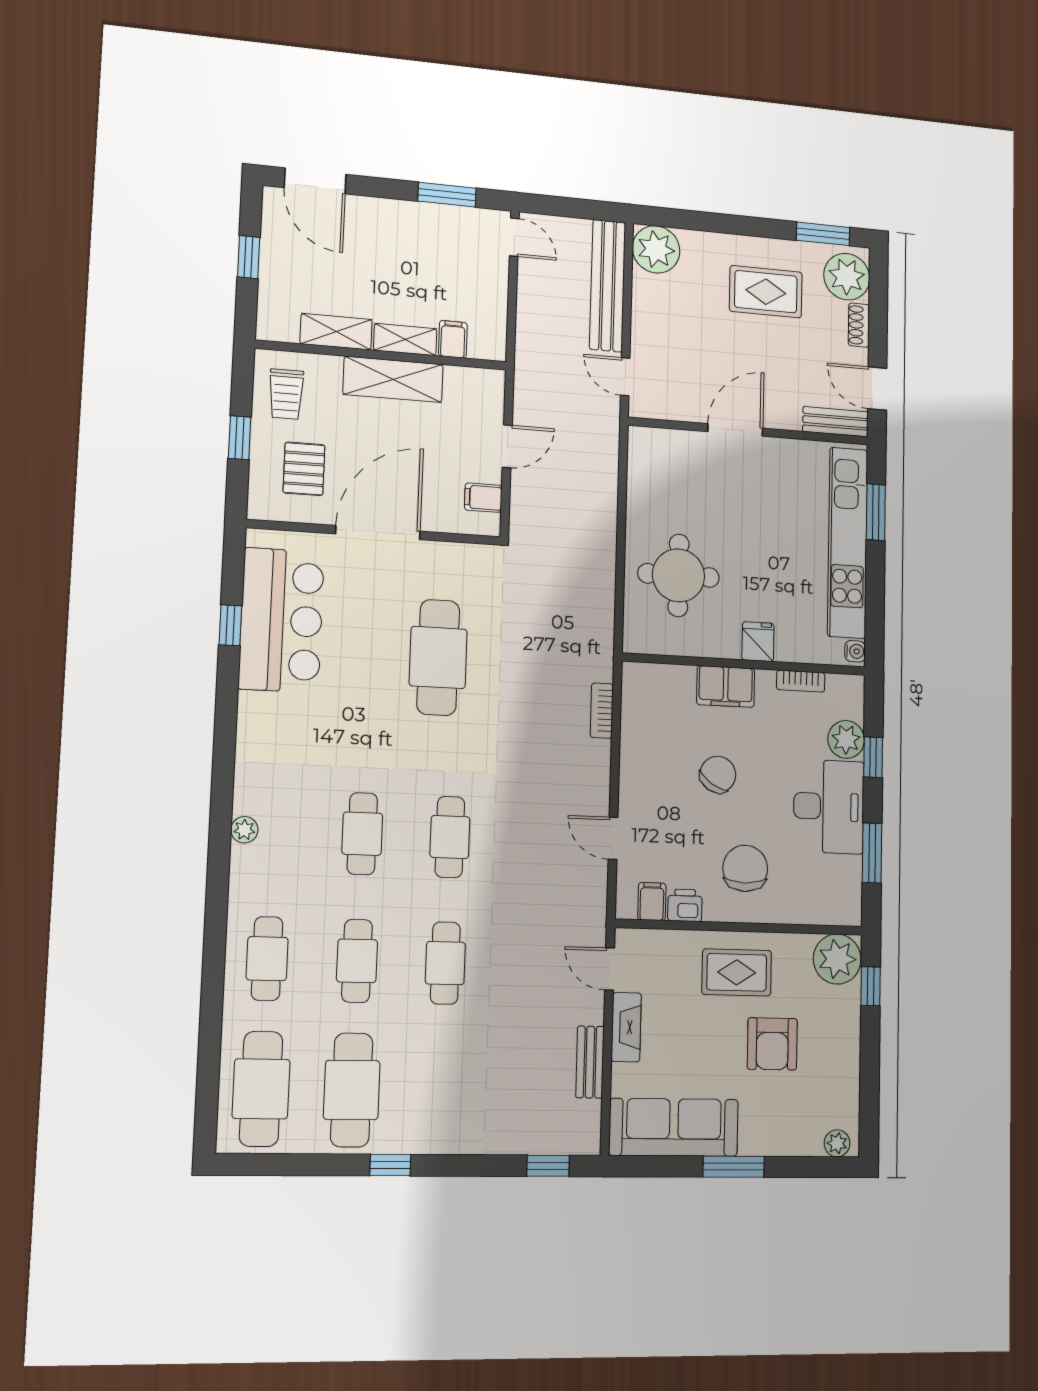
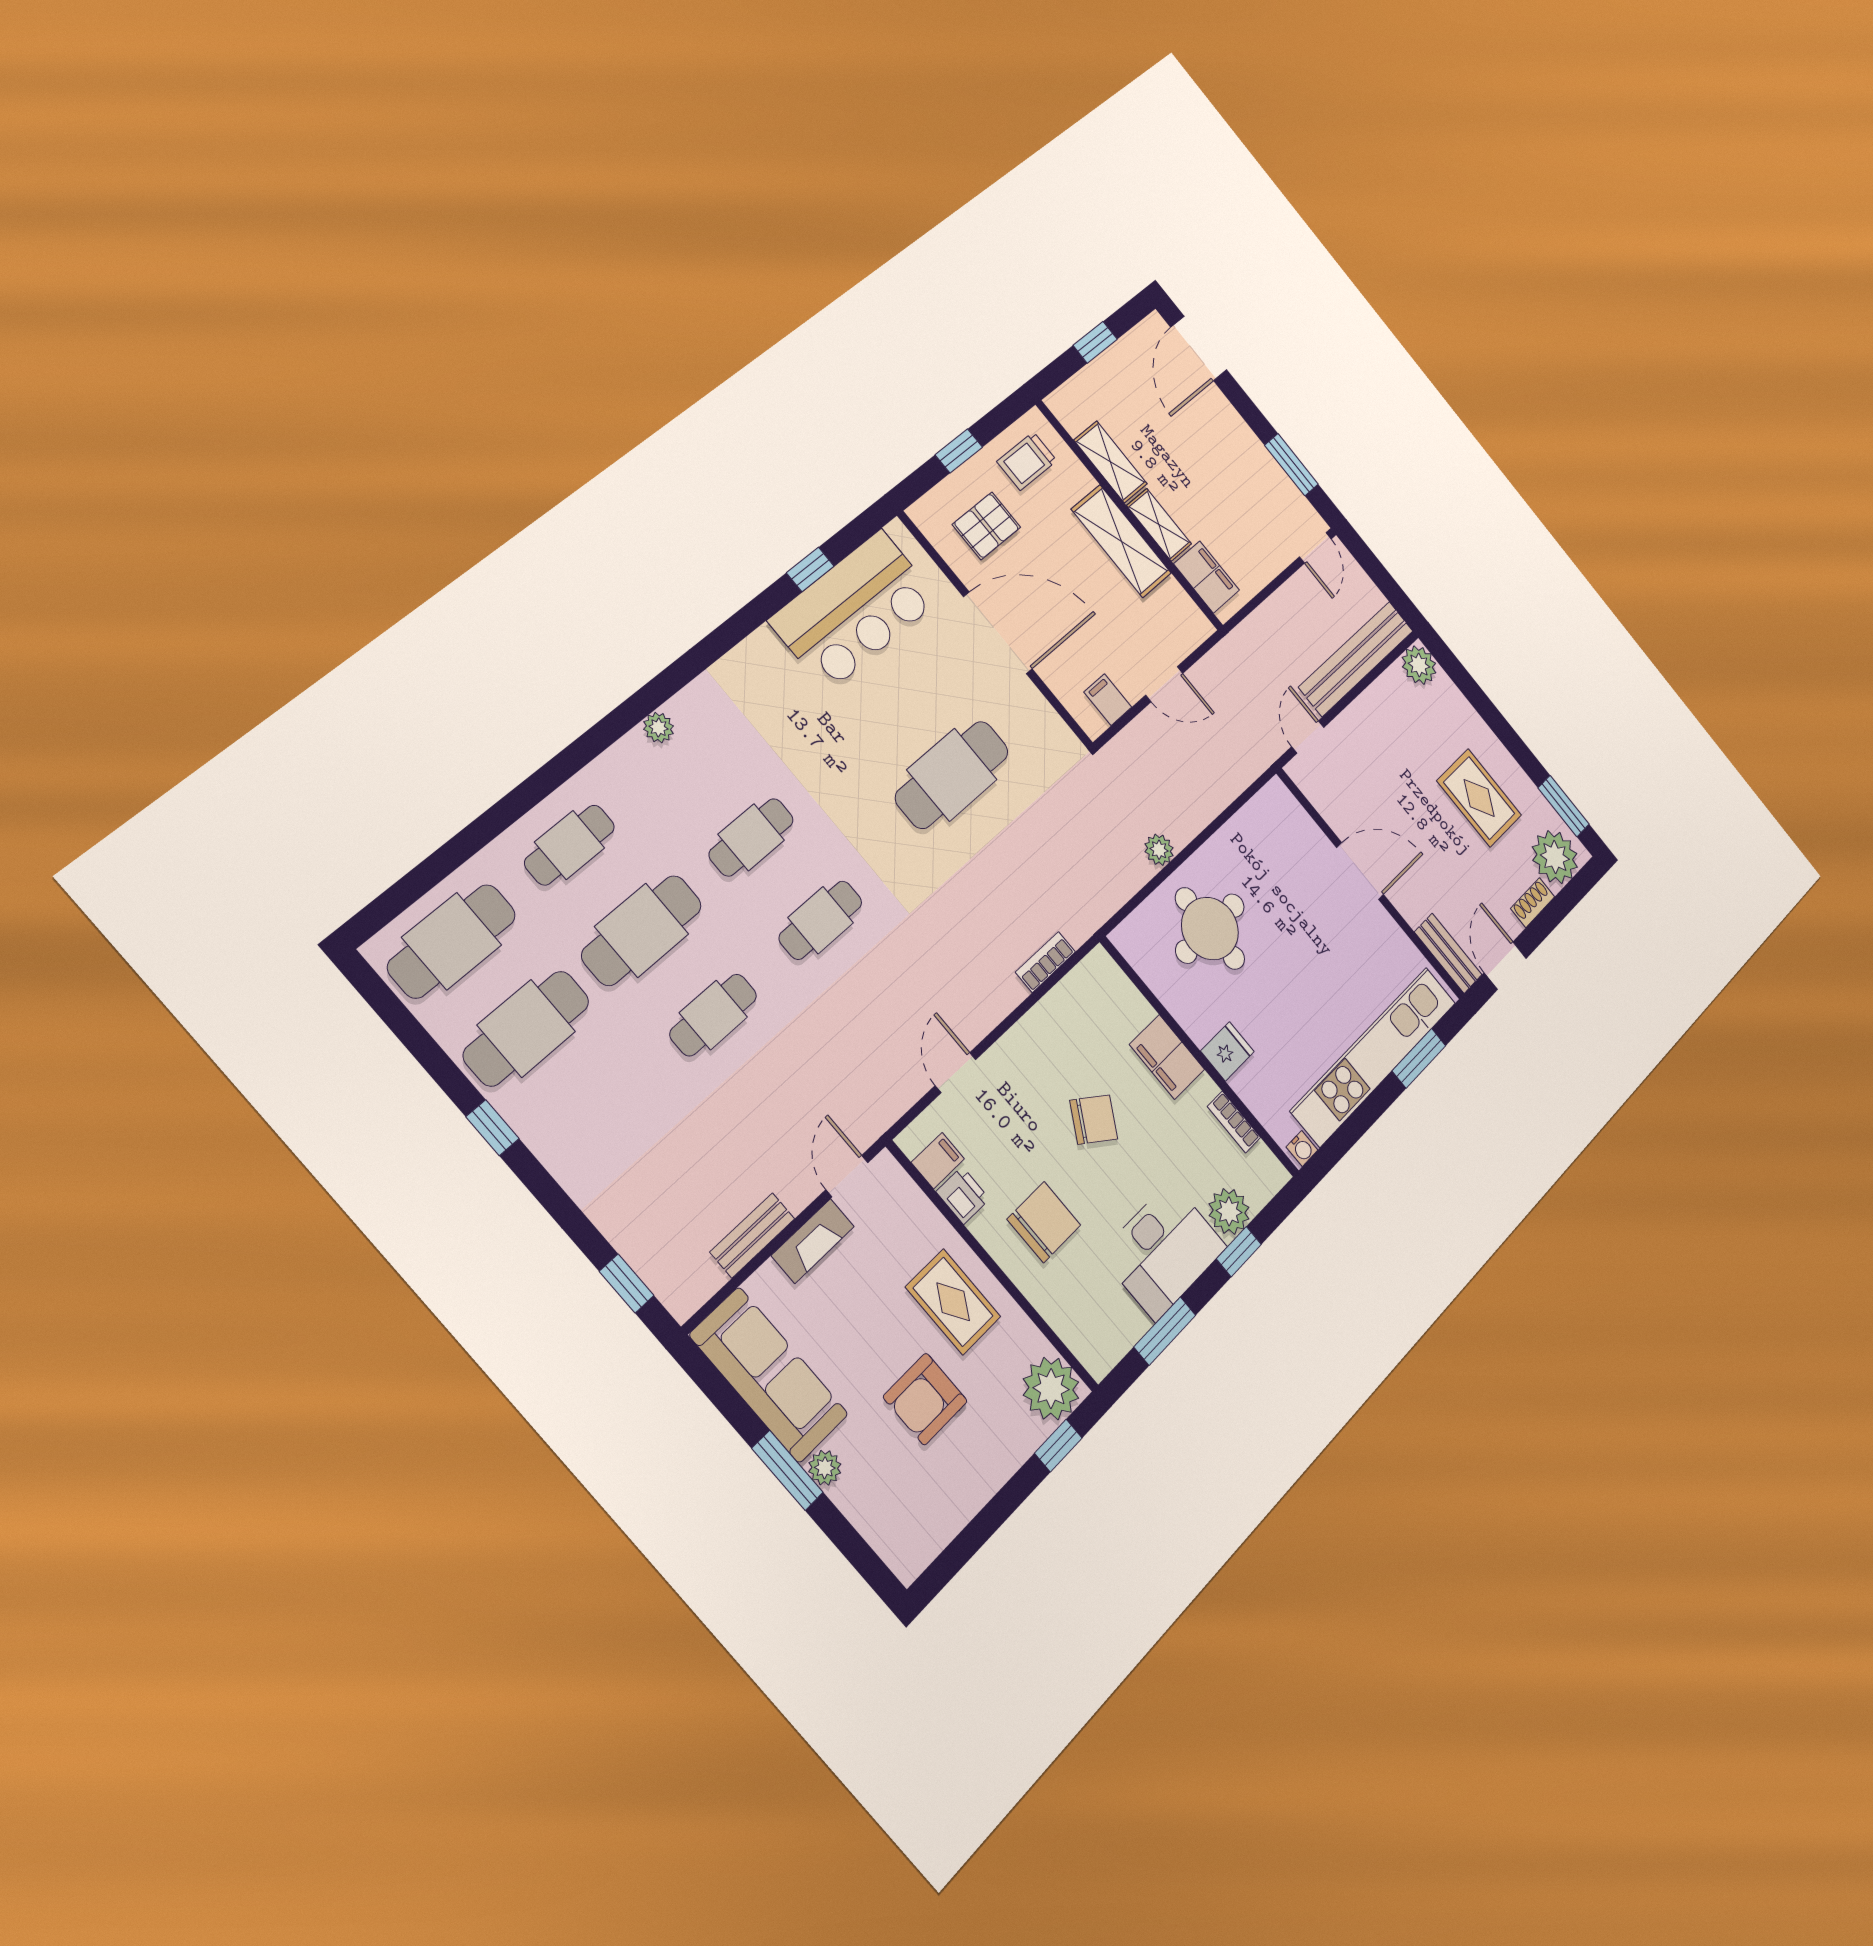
plant: (656, 249) -> (1419, 665), width x0.73, depth x0.73
filing cabinet: (453, 339) -> (1207, 577), width x2.00
plant: (603, 560) -> (1159, 850), added
cafe table: (357, 961) -> (642, 930), width x1.37, depth x1.35
plant: (837, 1143) -> (825, 1468), moved

